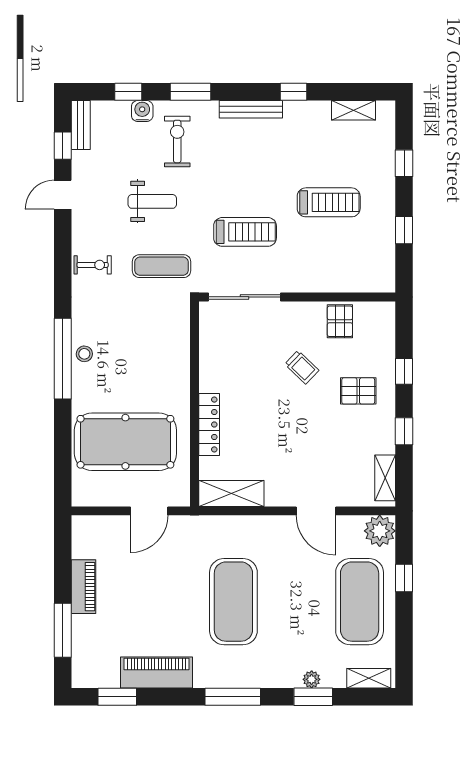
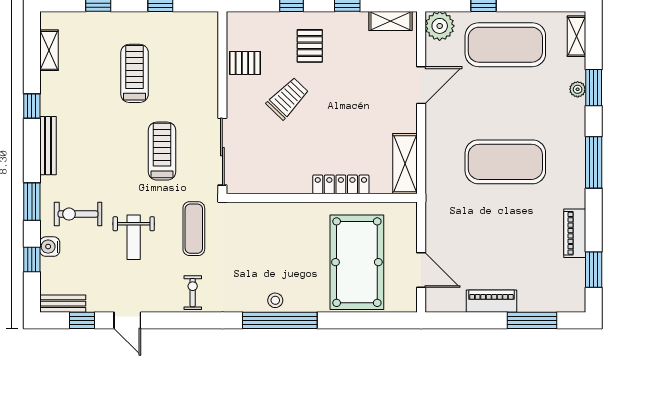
weight bench: (152, 201) -> (134, 237), turned 180
trolley: (302, 367) -> (288, 98), width x1.36, depth x1.39
door: (149, 511) -> (421, 270), moved
piano: (157, 672) -> (575, 233), width x0.73, depth x0.75

